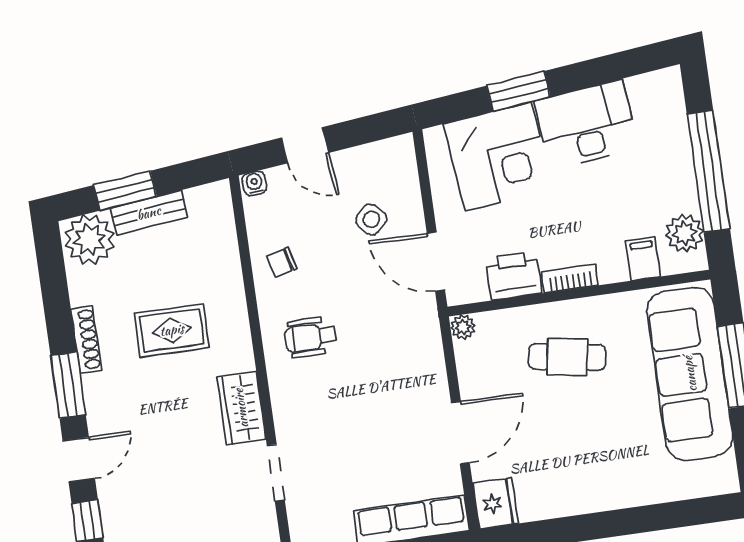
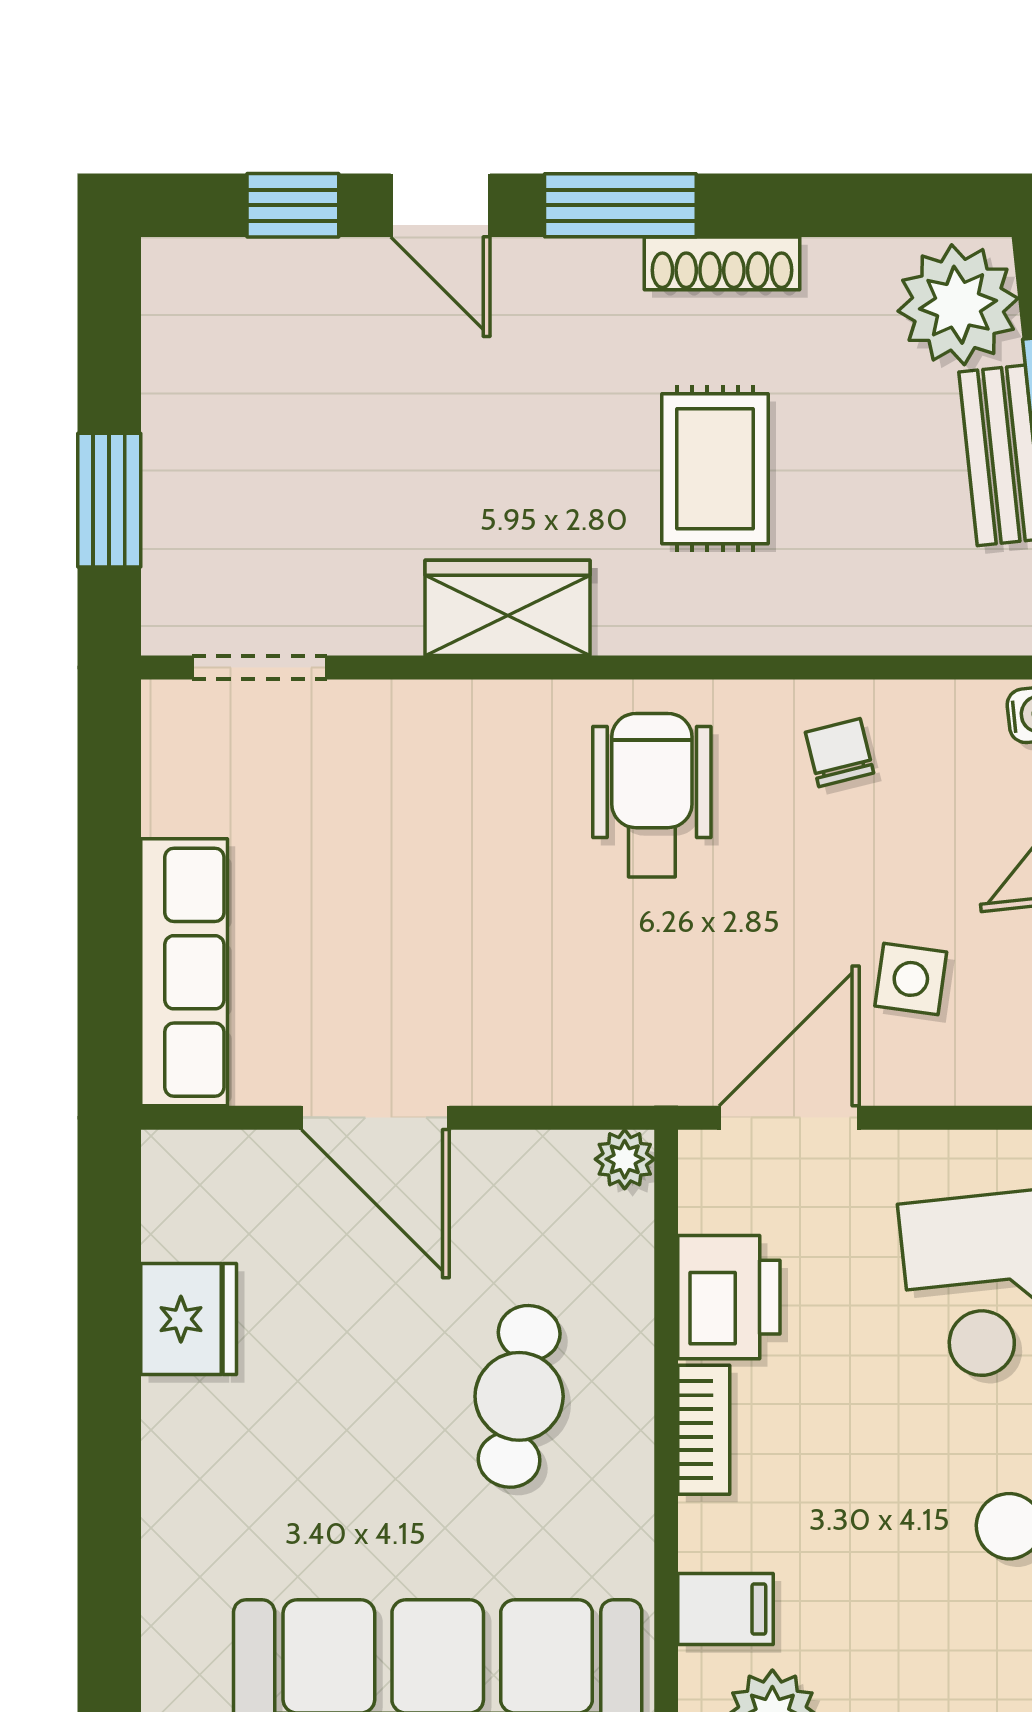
side table: (371, 219) -> (911, 979), turned -38
wheelchair: (310, 337) -> (652, 795), width x1.36, depth x1.37
doorway: (276, 473) -> (259, 668), moved
fridge: (496, 503) -> (189, 1319), moved, turned -90

